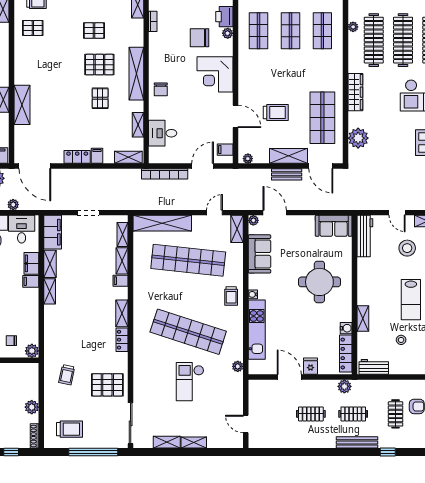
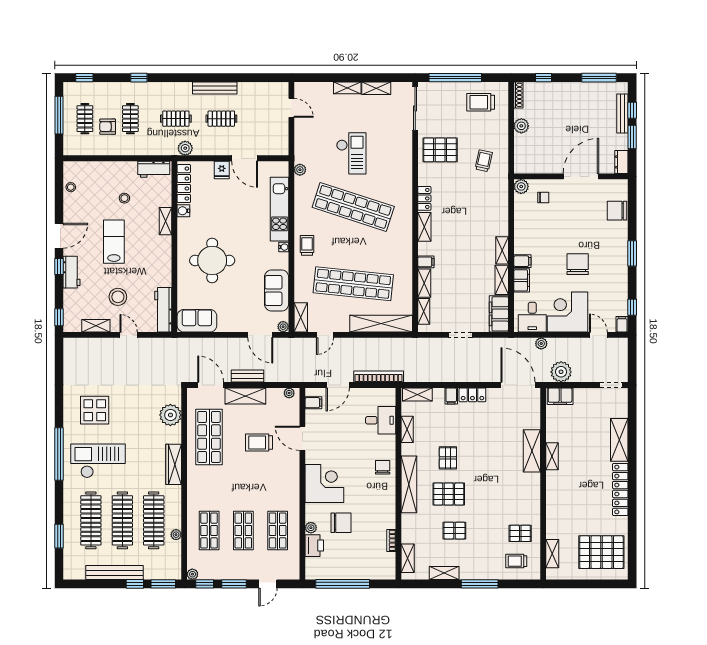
bench: (357, 442) -> (215, 88), moved

